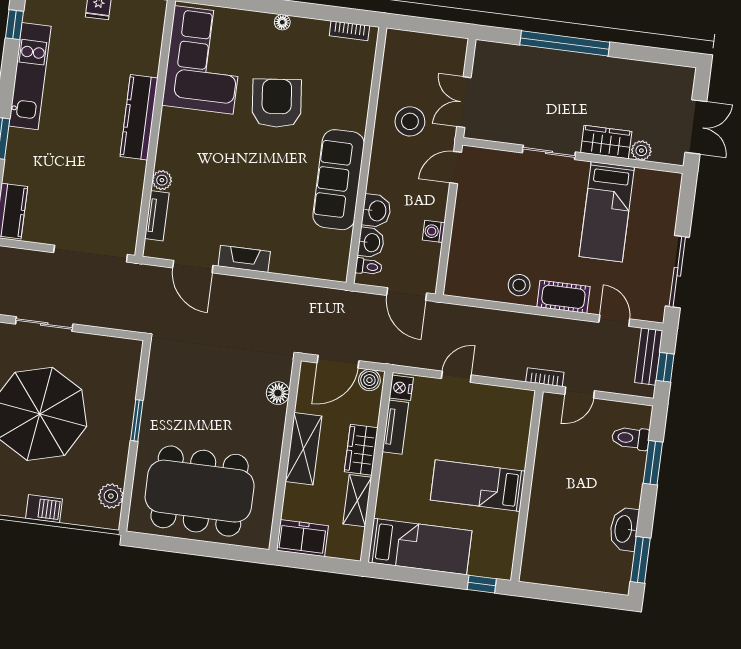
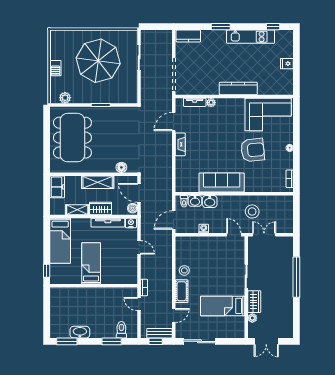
tv unit: (395, 427) -> (108, 223), width x1.41

